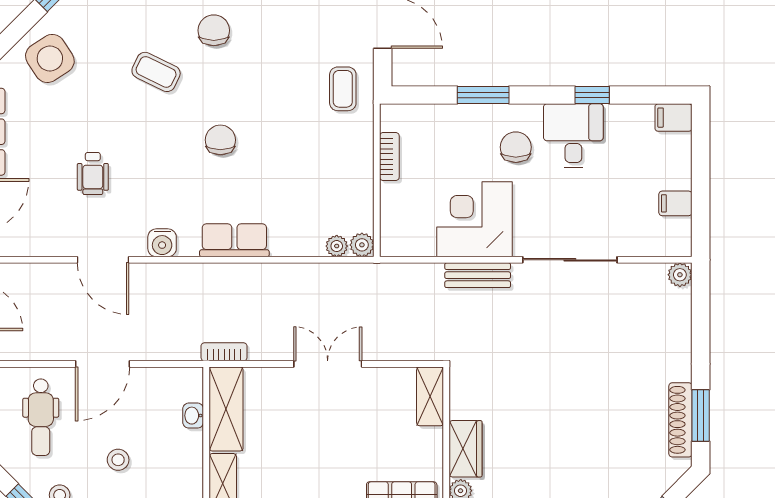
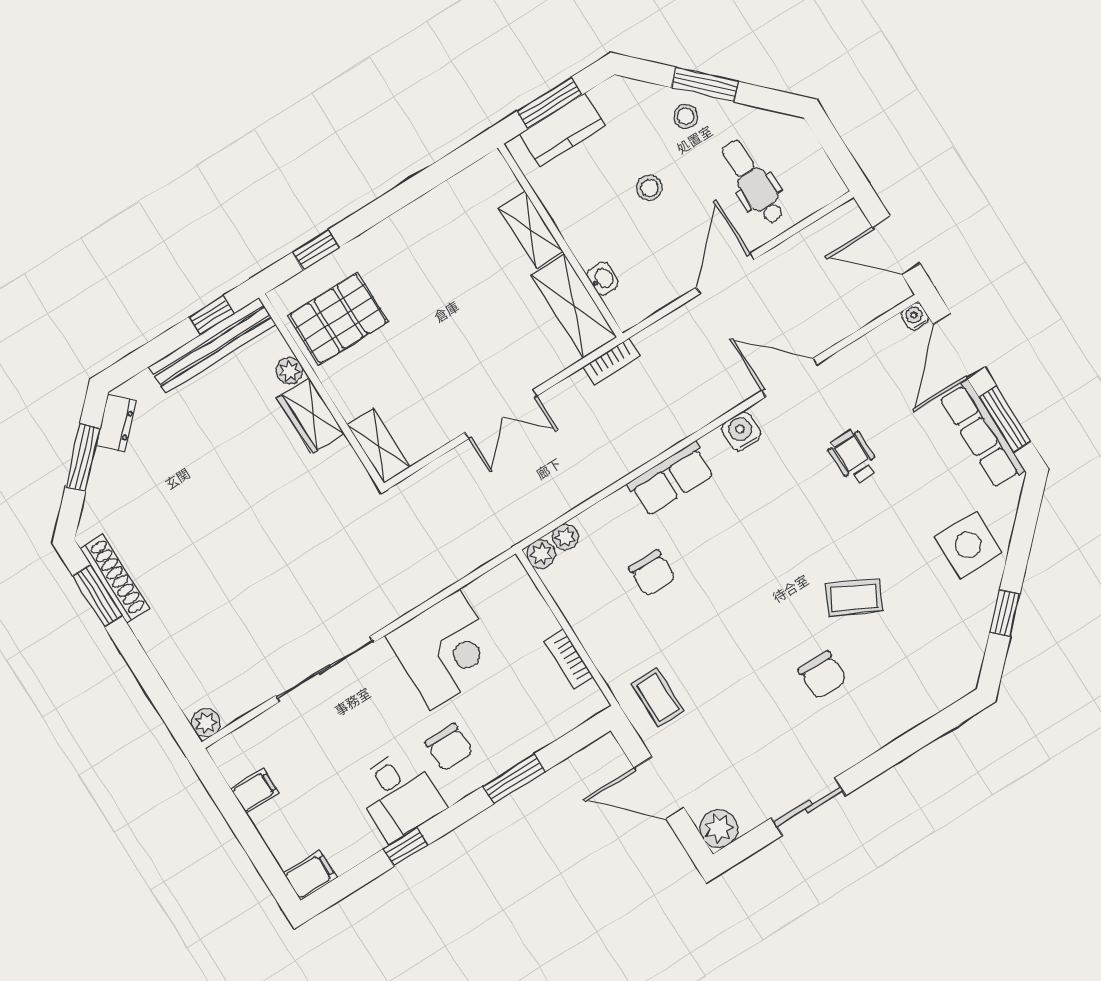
side table: (50, 58) -> (968, 545), turned 33
chair: (220, 140) -> (652, 573), moved
bench: (478, 275) -> (407, 596), removed

